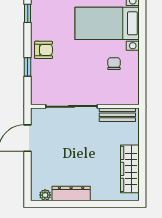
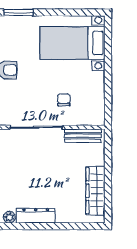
chair: (114, 64) -> (64, 100), moved

